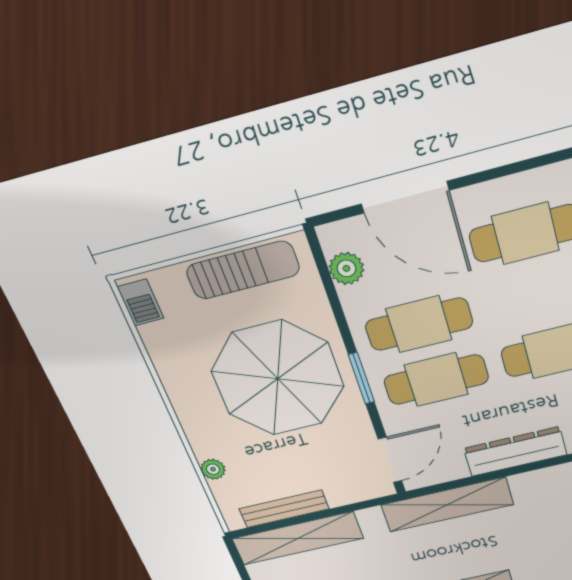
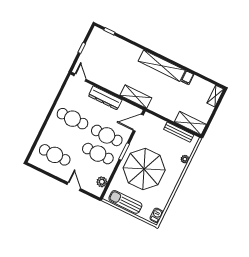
door: (405, 197) -> (74, 187), width x0.53
shelving: (447, 505) -> (136, 97), width x0.68
shelving: (298, 538) -> (190, 123), width x0.68

